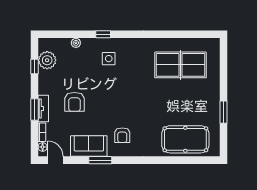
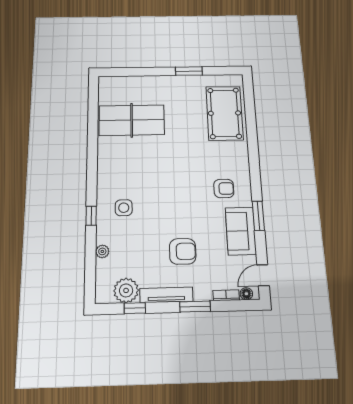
table tennis table: (181, 65) -> (132, 120), turned 90
tv unit: (43, 108) -> (166, 295), moved, width x1.41

